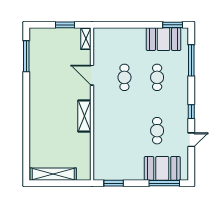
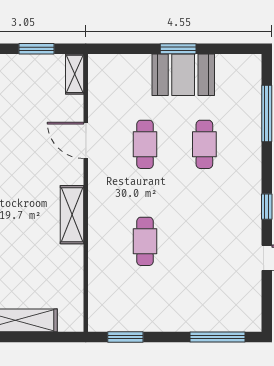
window: (173, 25) -> (178, 49), moved
booth: (164, 39) -> (183, 75), moved
cafe table: (157, 131) -> (145, 241), moved
booth: (162, 168) -> (214, 310), removed

